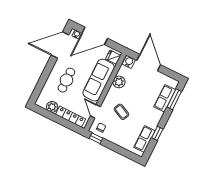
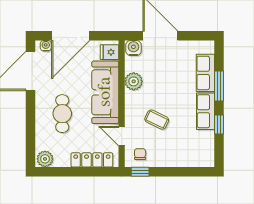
window: (174, 99) -> (219, 86), moved
plant: (52, 107) -> (45, 159), moved
row of seats: (144, 139) -> (205, 111), moved

